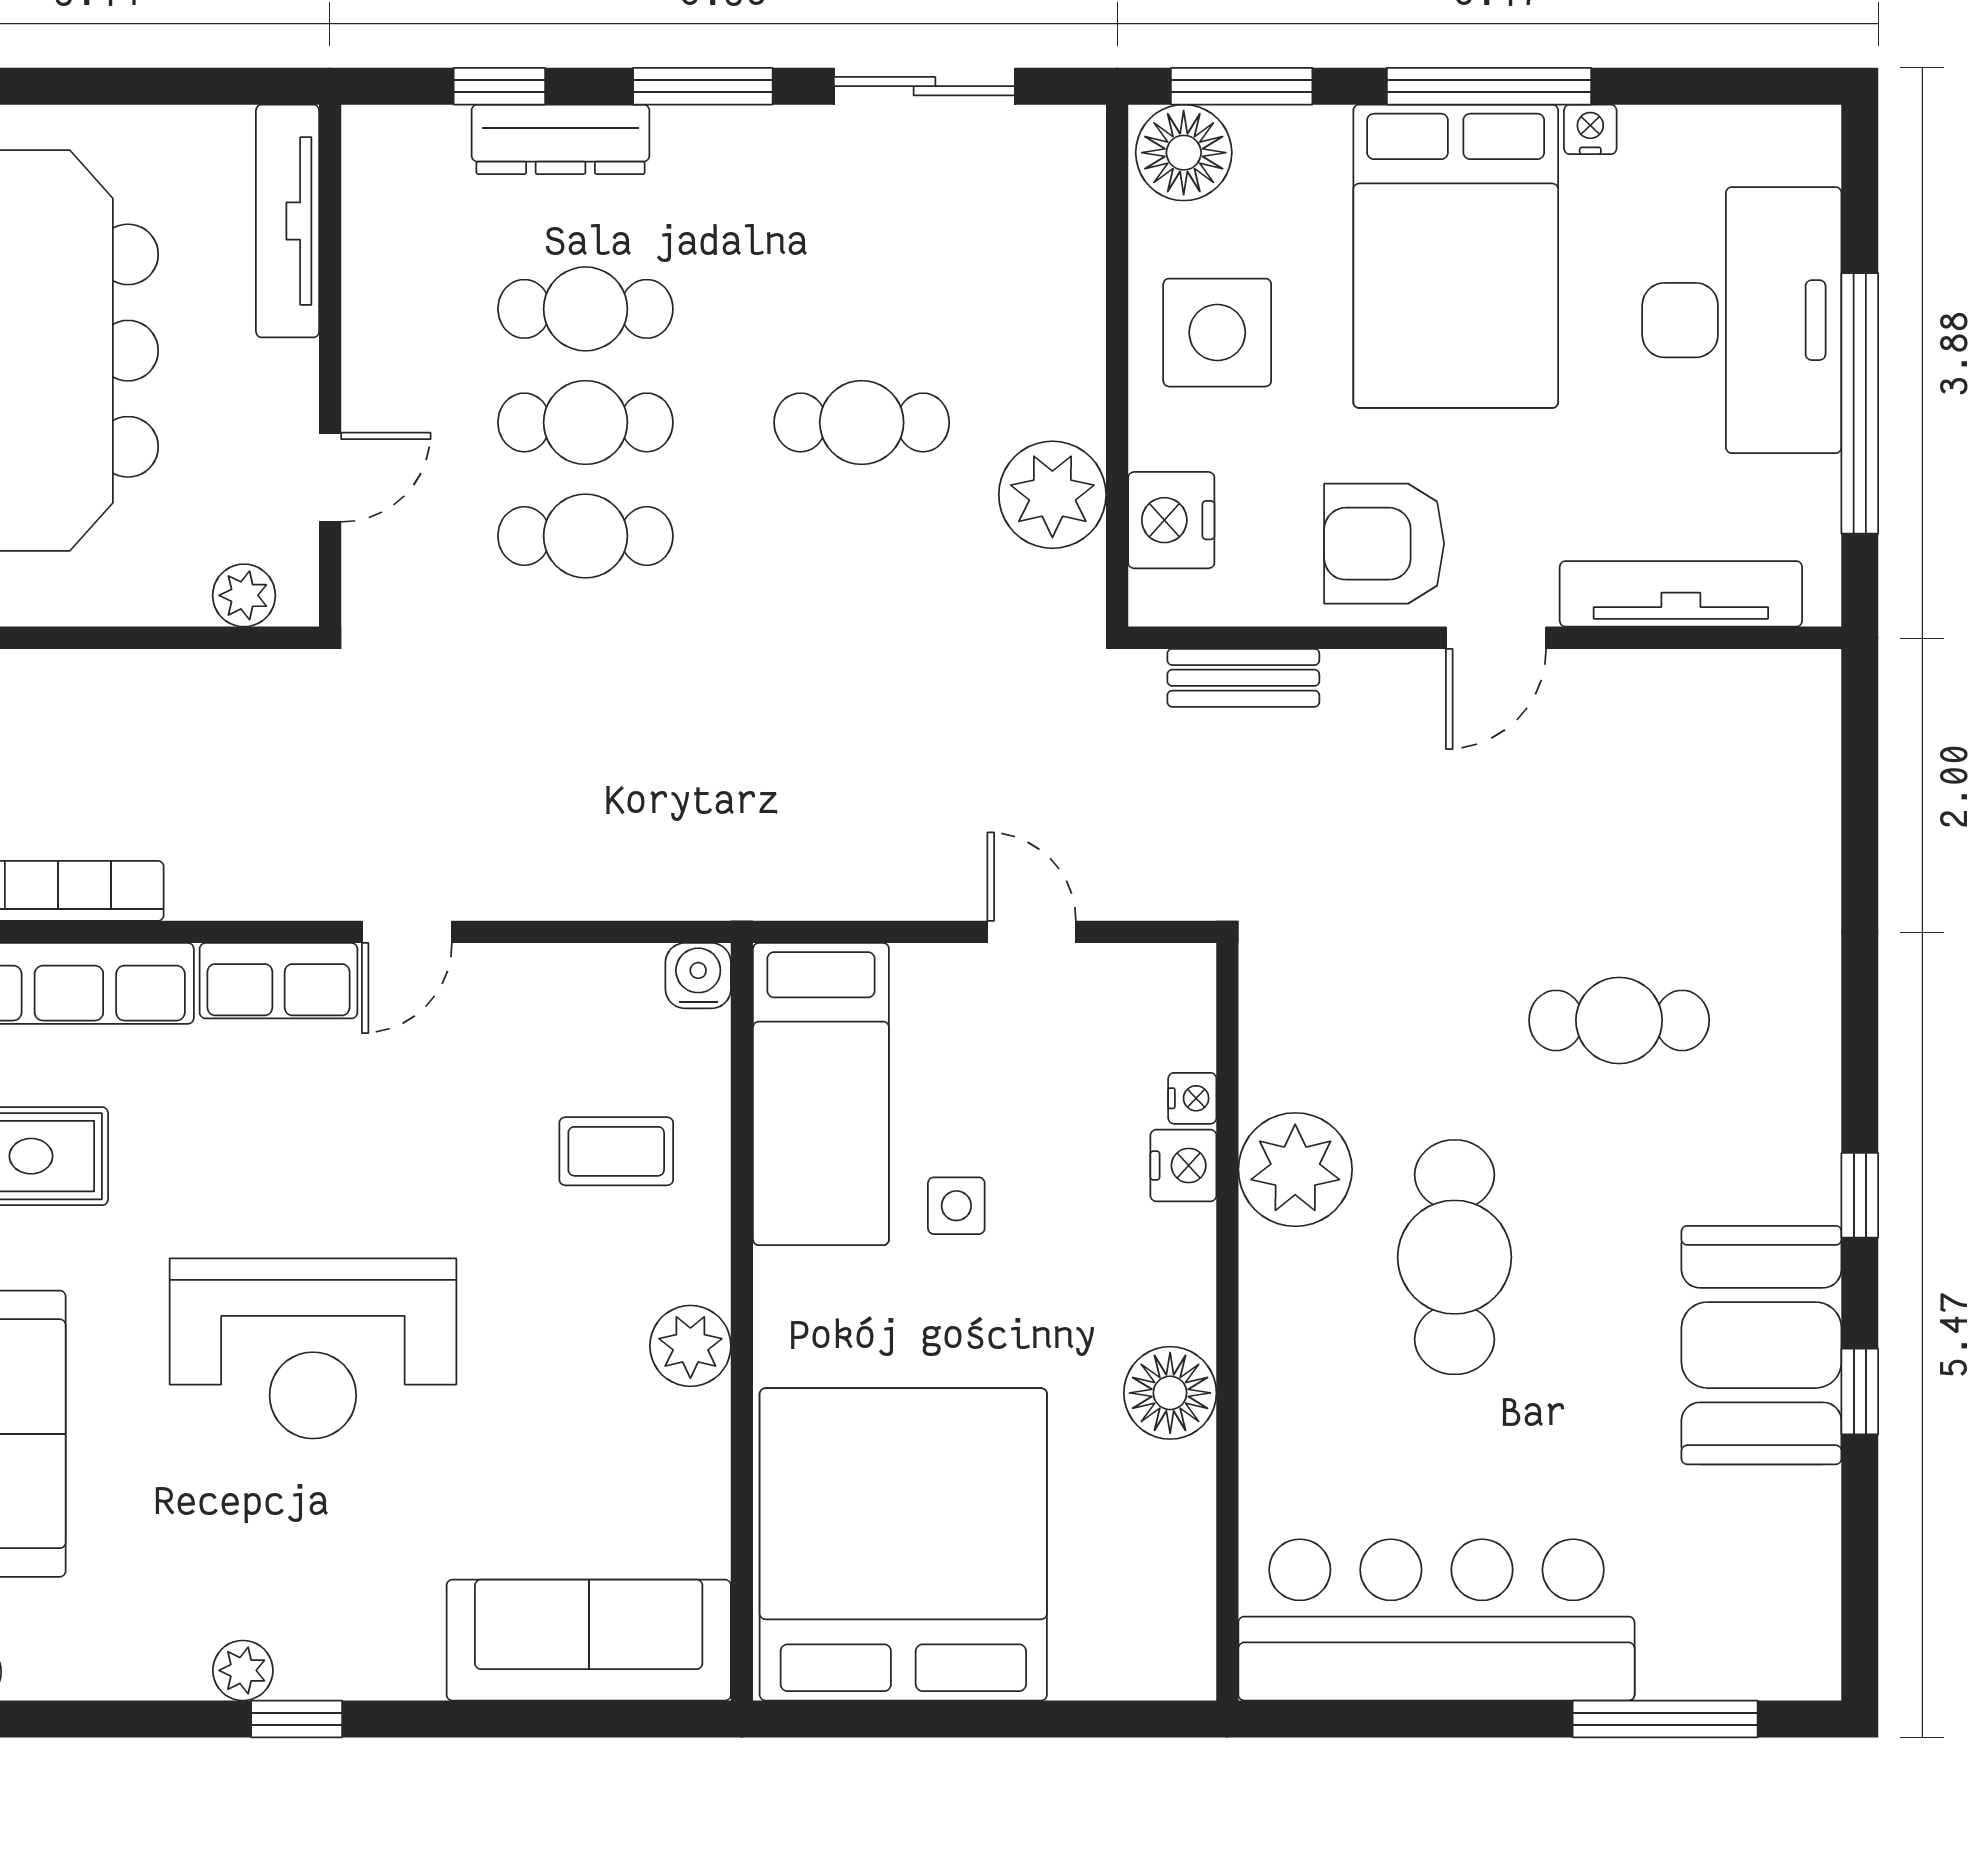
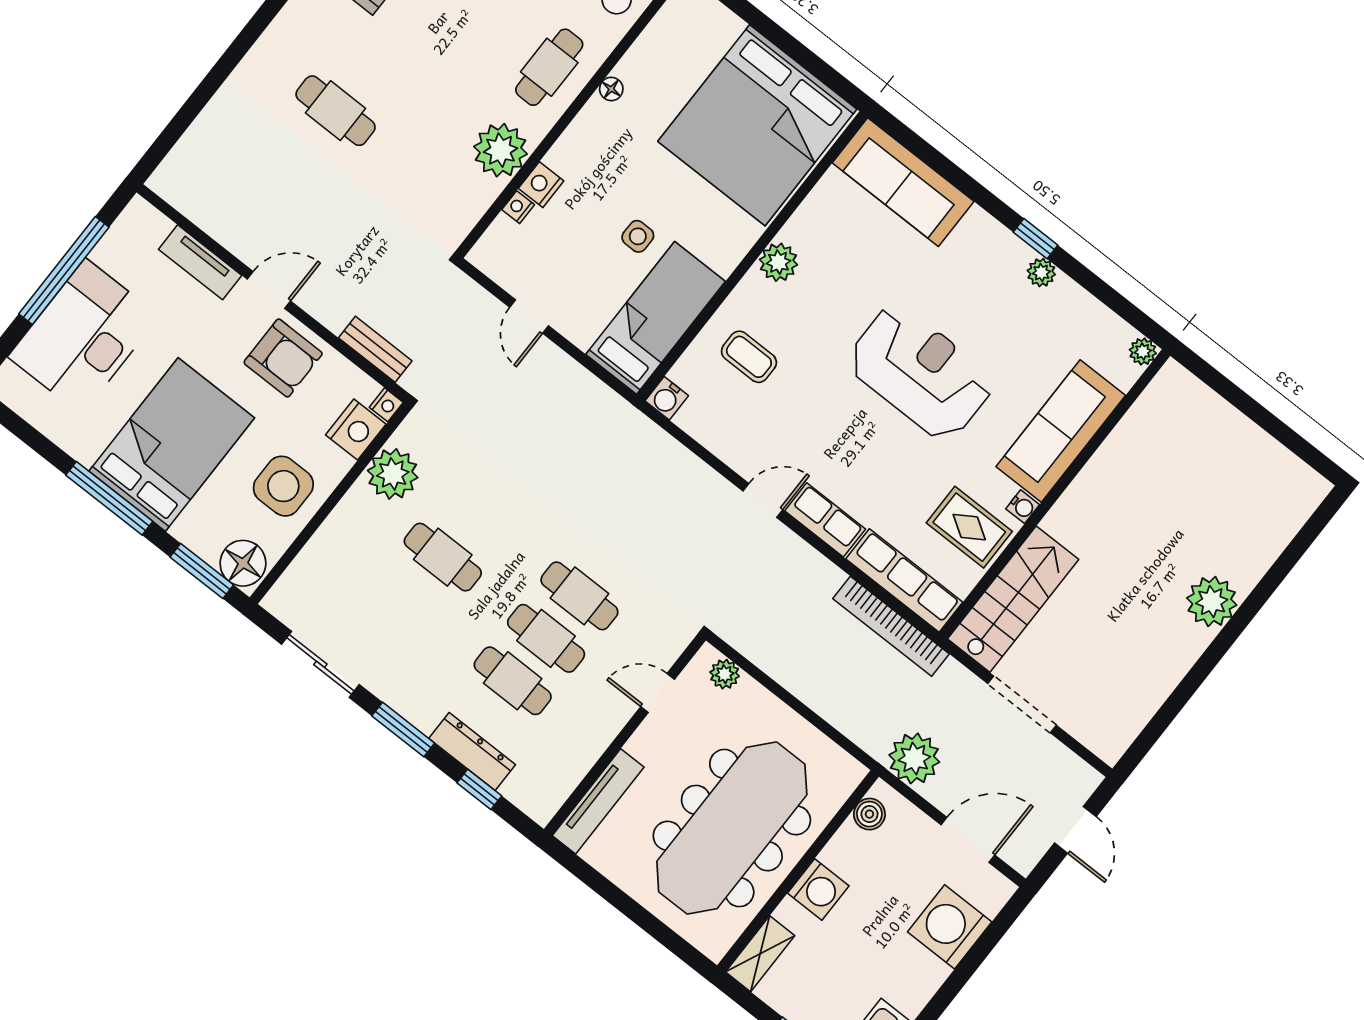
nightstand: (1590, 129) -> (386, 405), moved, turned -90
tv unit: (1681, 594) -> (200, 262), width x0.71
cafe table: (1455, 1257) -> (549, 67), moved, width x0.73, depth x0.74
floor lamp: (1170, 1393) -> (611, 89), width x0.53, depth x0.53

